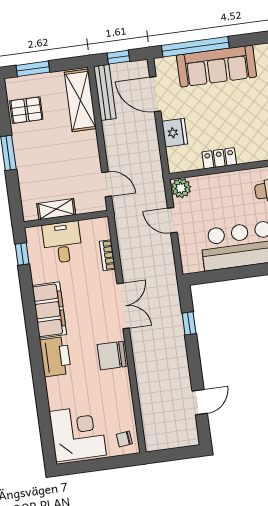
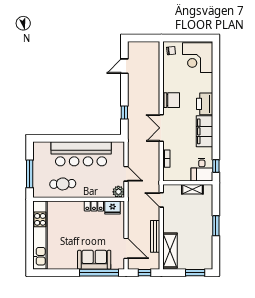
sofa: (217, 66) -> (94, 260), width x0.73
bench: (105, 92) -> (155, 236), moved
pallet: (26, 110) -> (202, 249), removed
fridge: (175, 133) -> (113, 208), moved, turned -90
desk: (62, 242) -> (202, 170), moved

